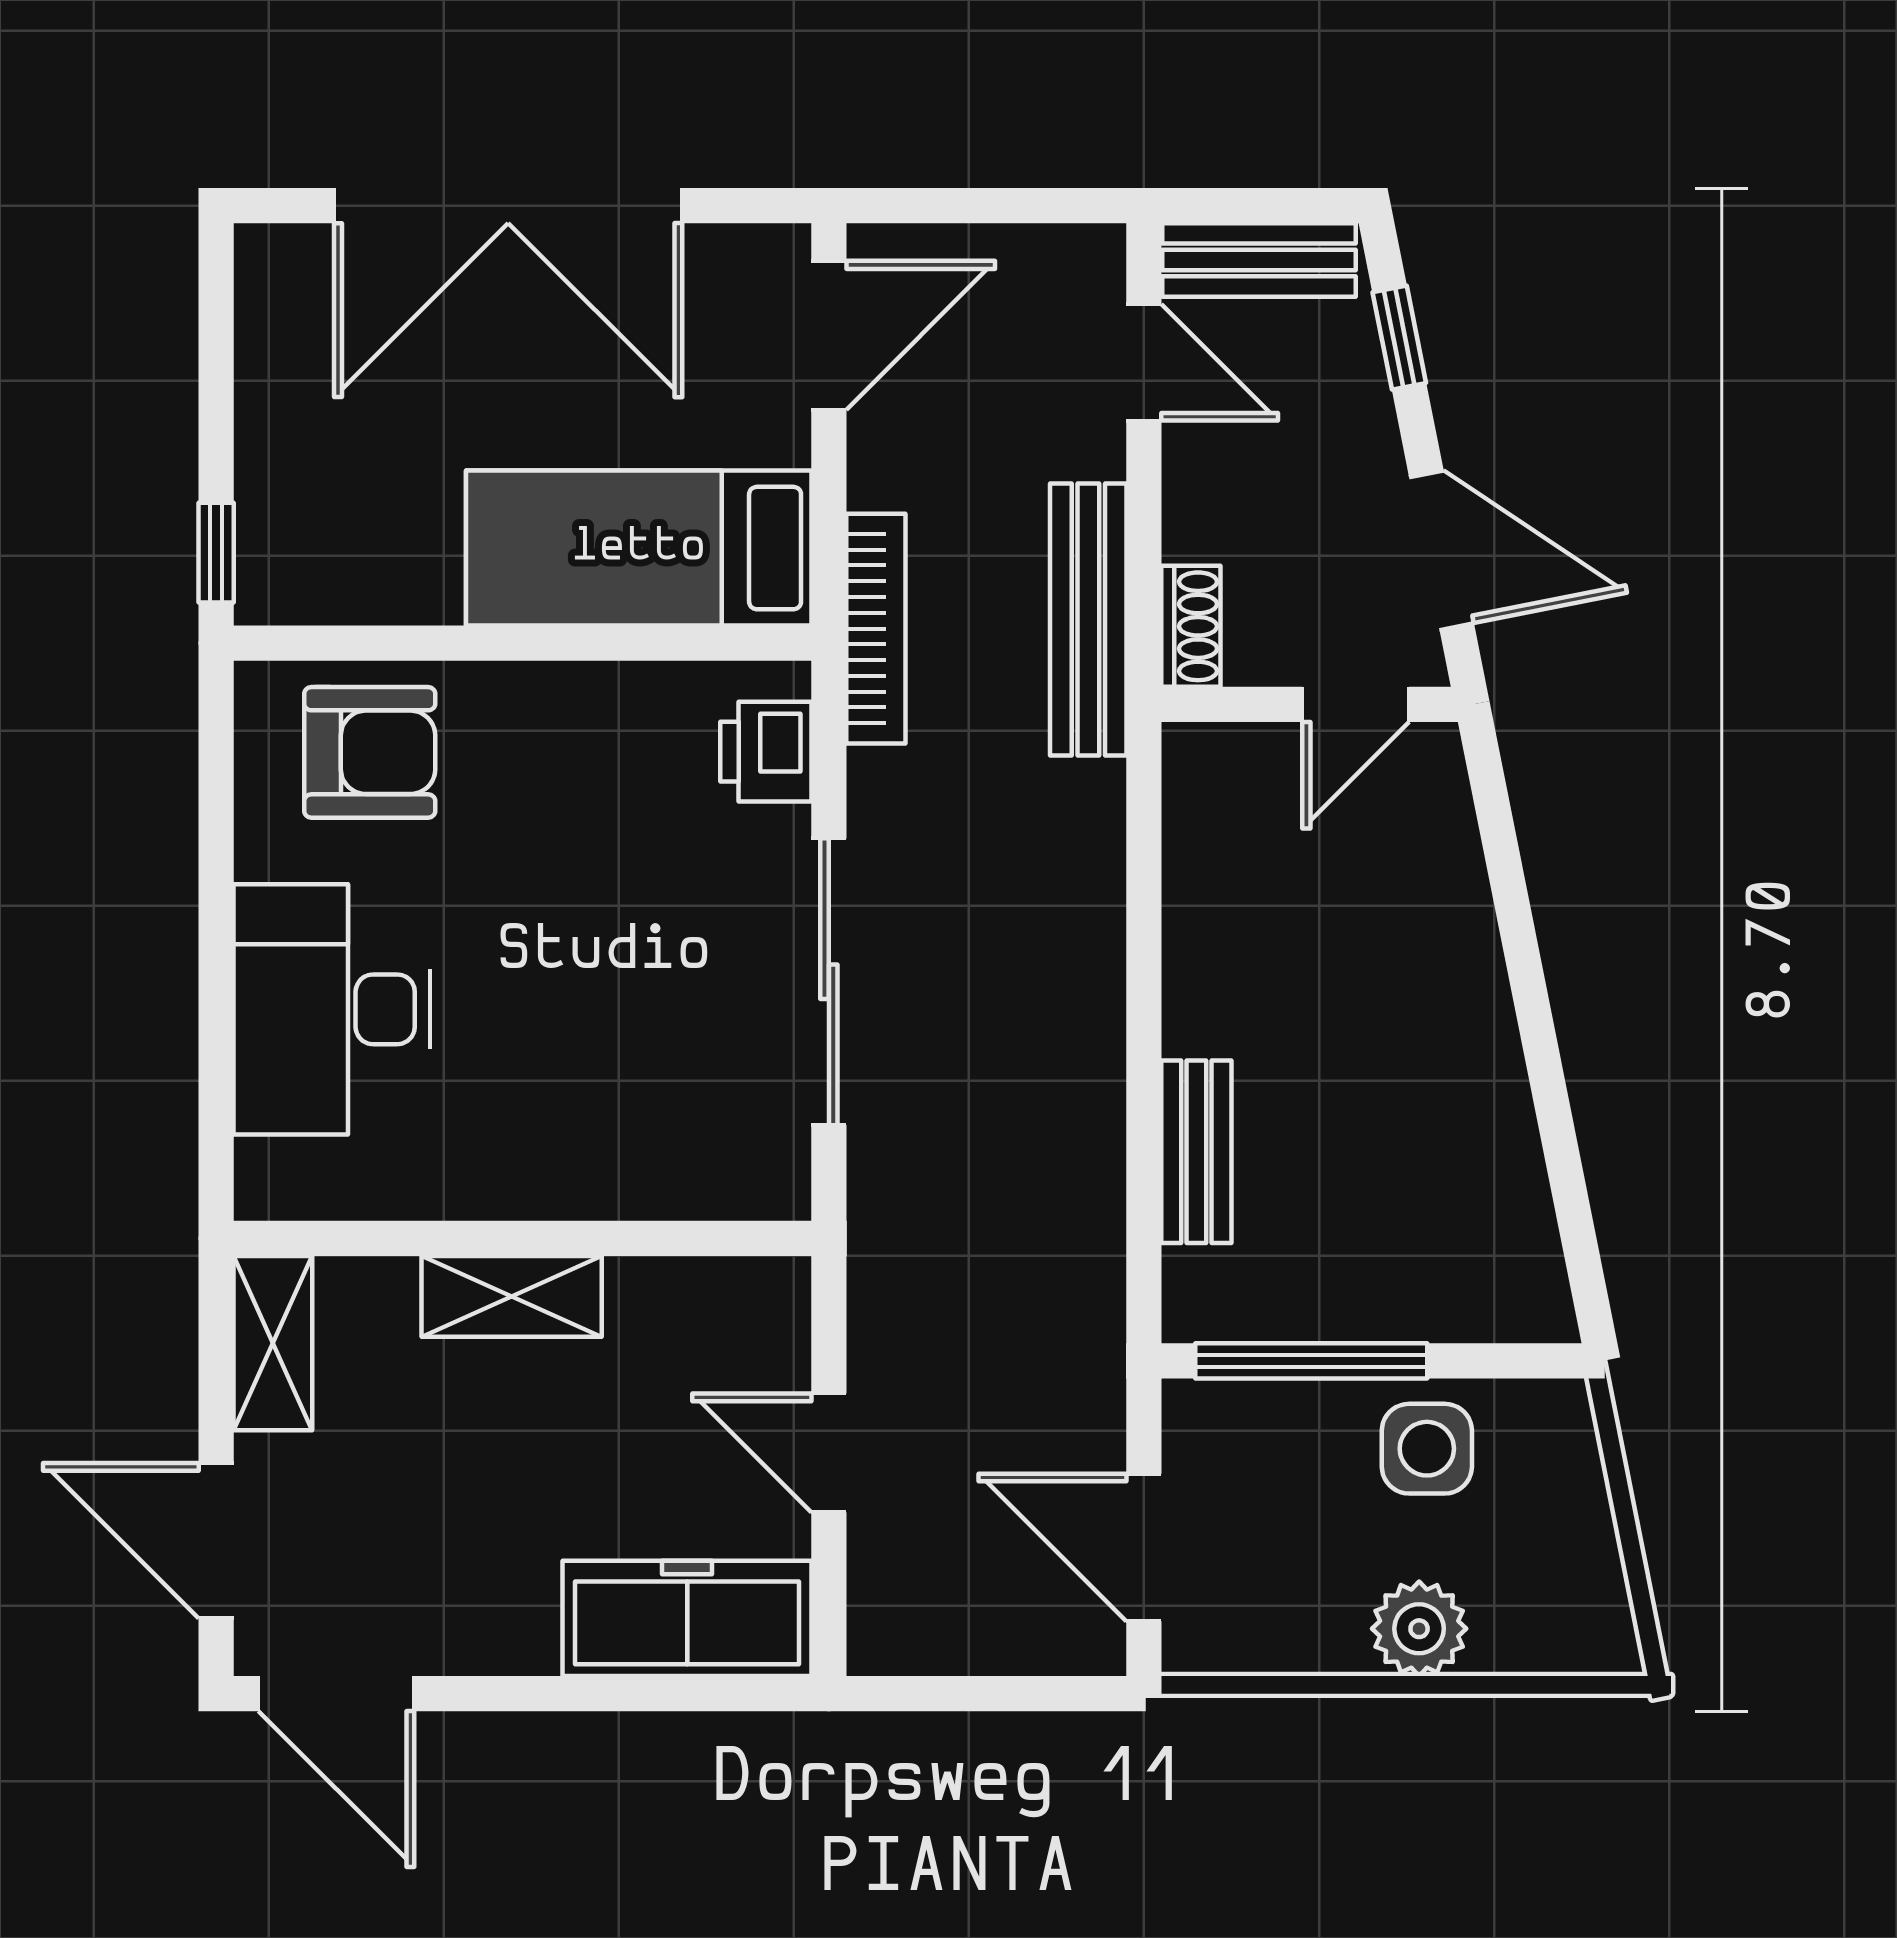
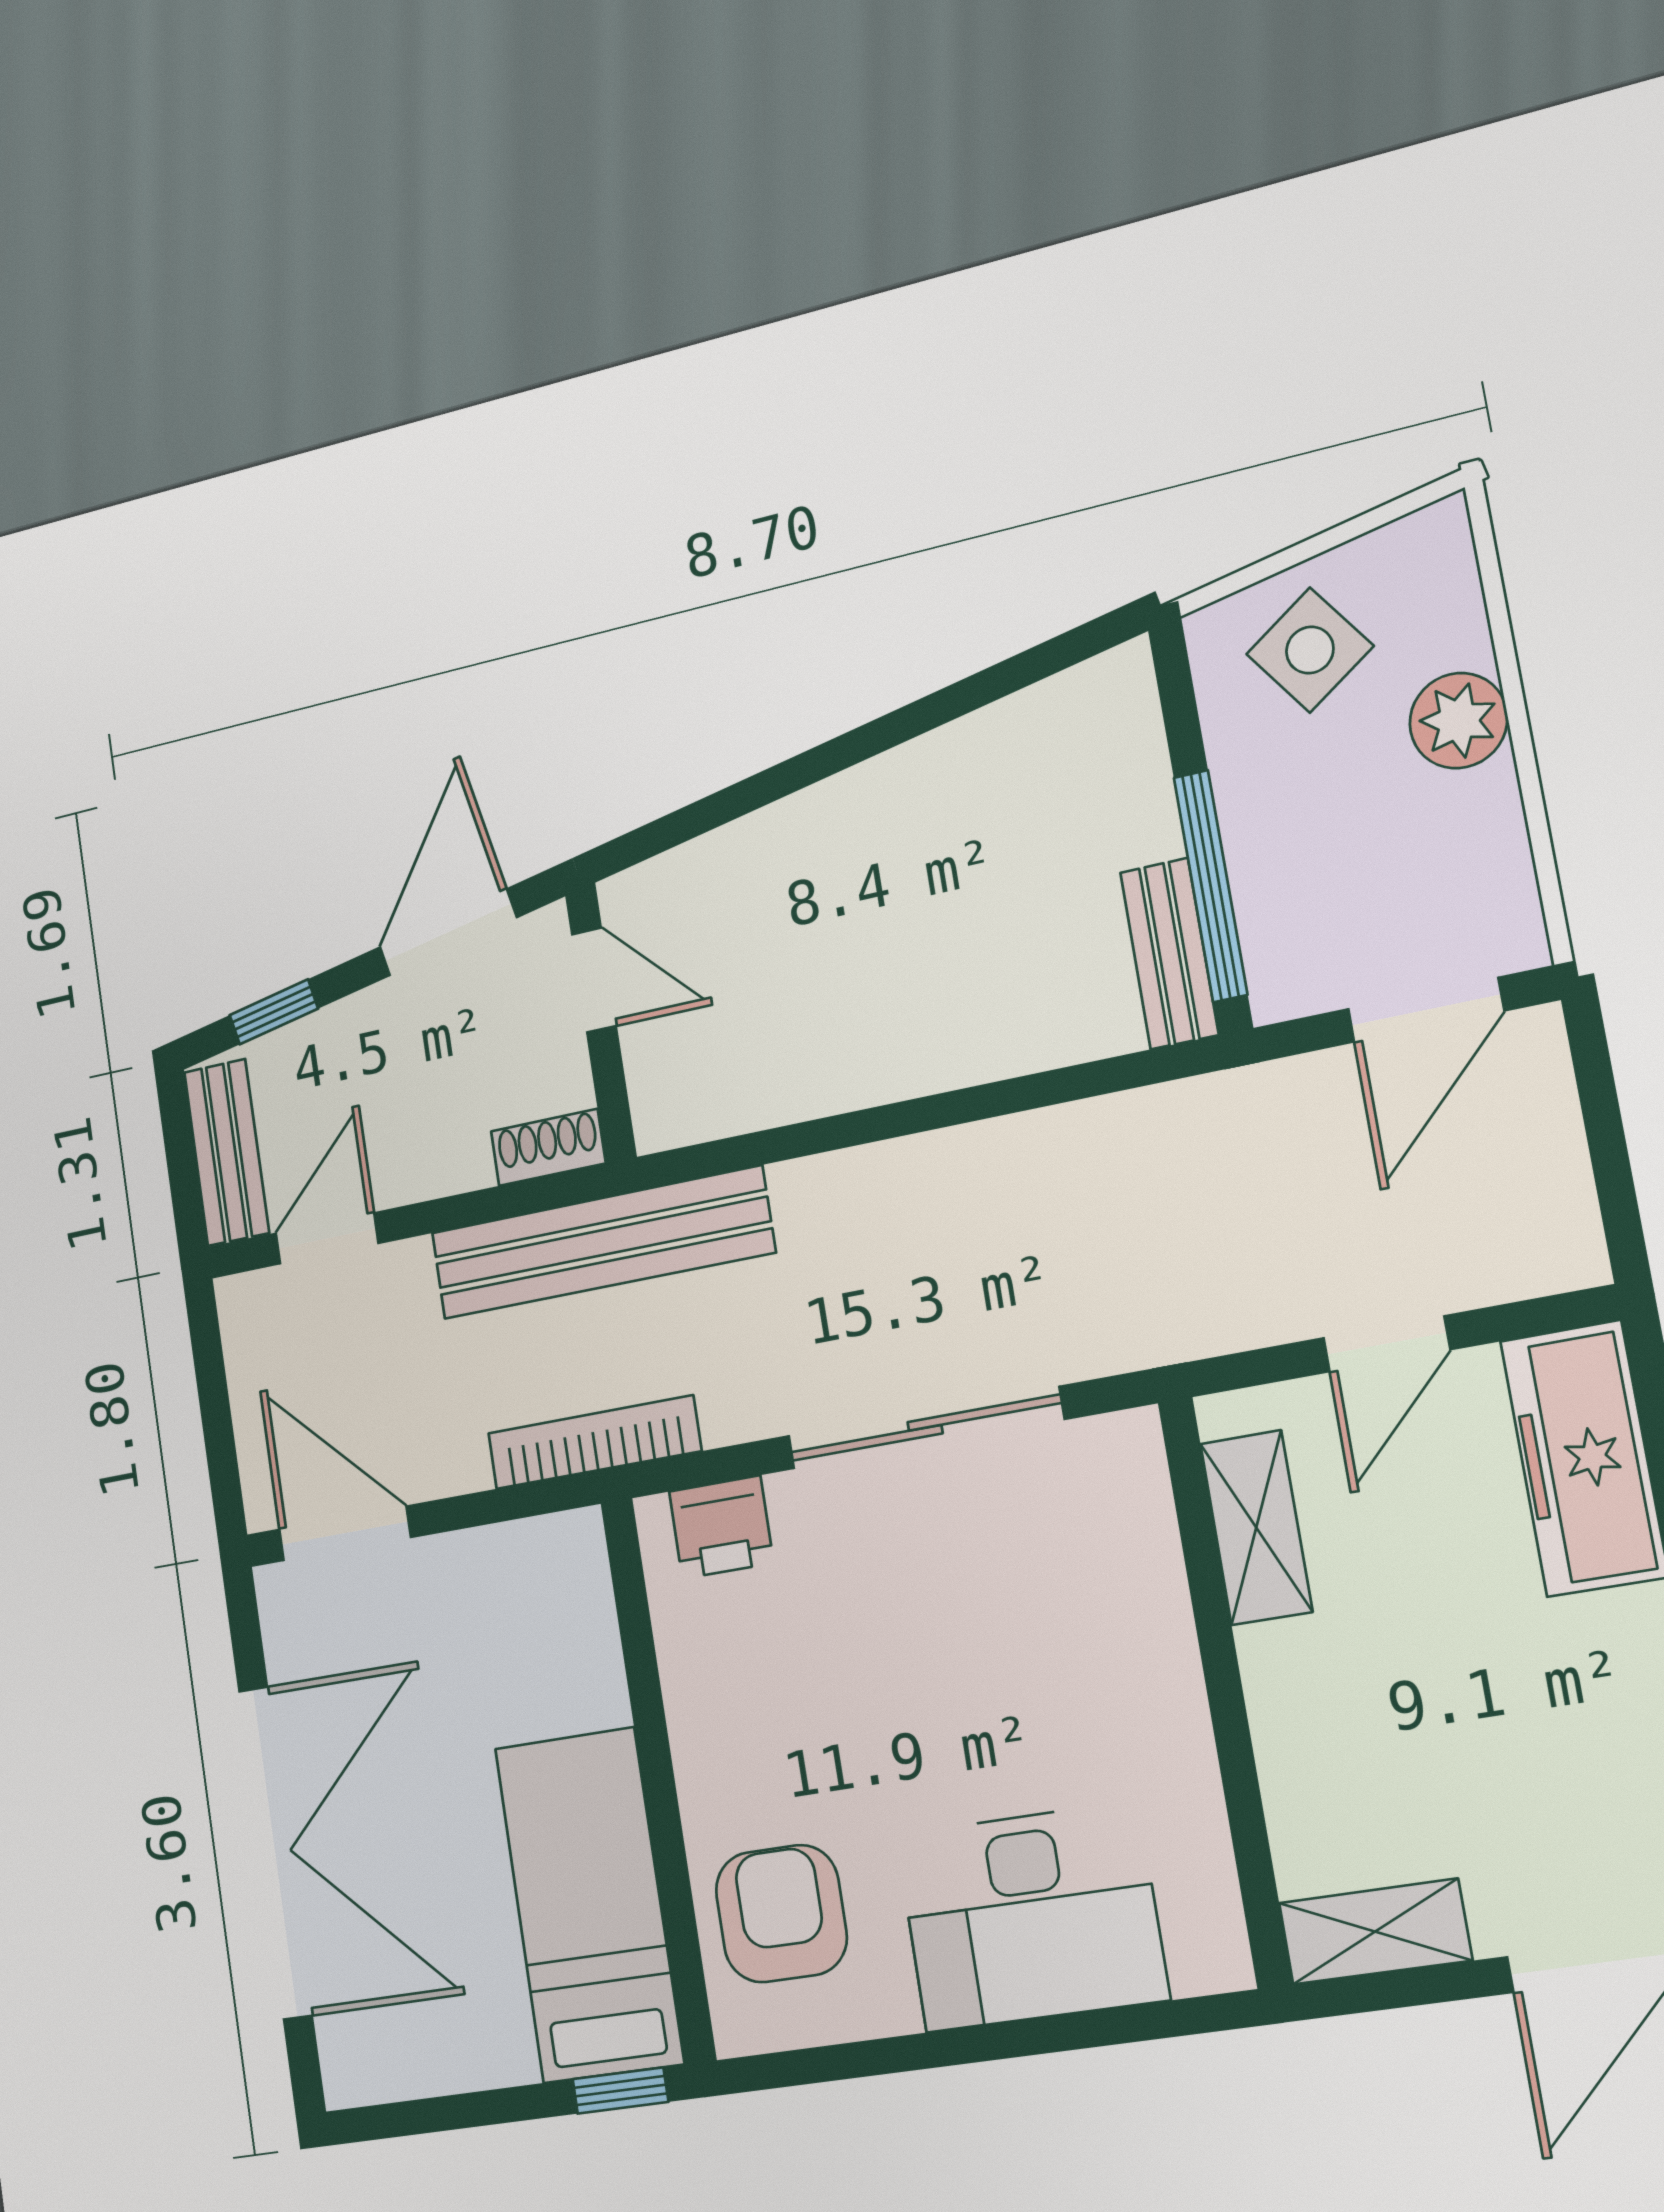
bed: (639, 548) -> (589, 1905), moved, turned 180
bench: (1088, 619) -> (602, 1243), width x1.37, depth x1.21
bench: (1196, 1152) -> (1169, 954), moved, turned 90
shelving: (512, 1296) -> (1256, 1528), moved
side table: (1427, 1449) -> (1310, 650), moved, turned -35

